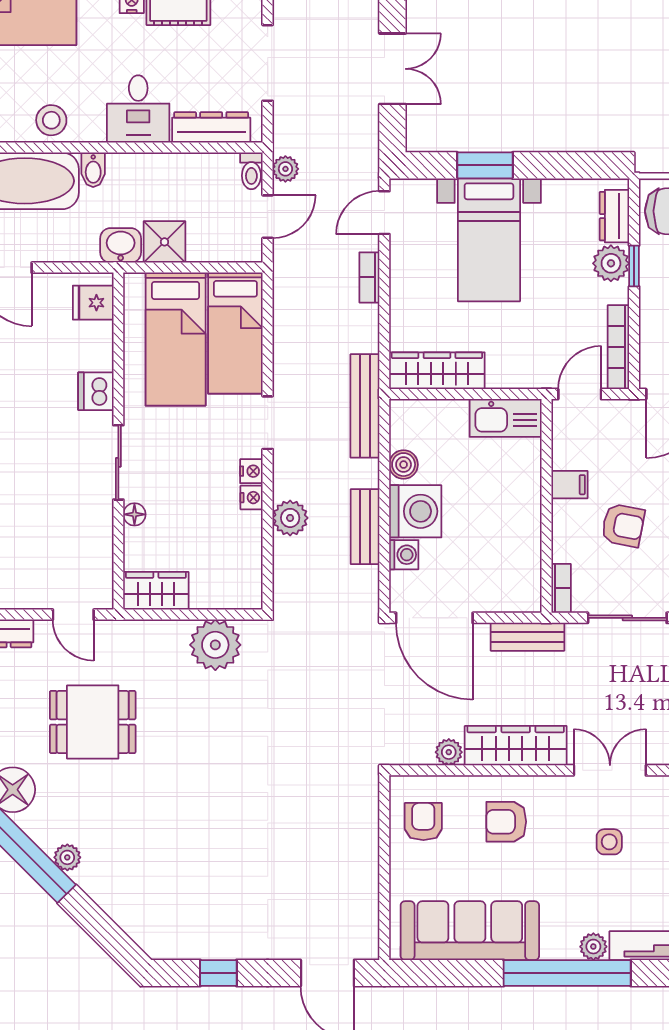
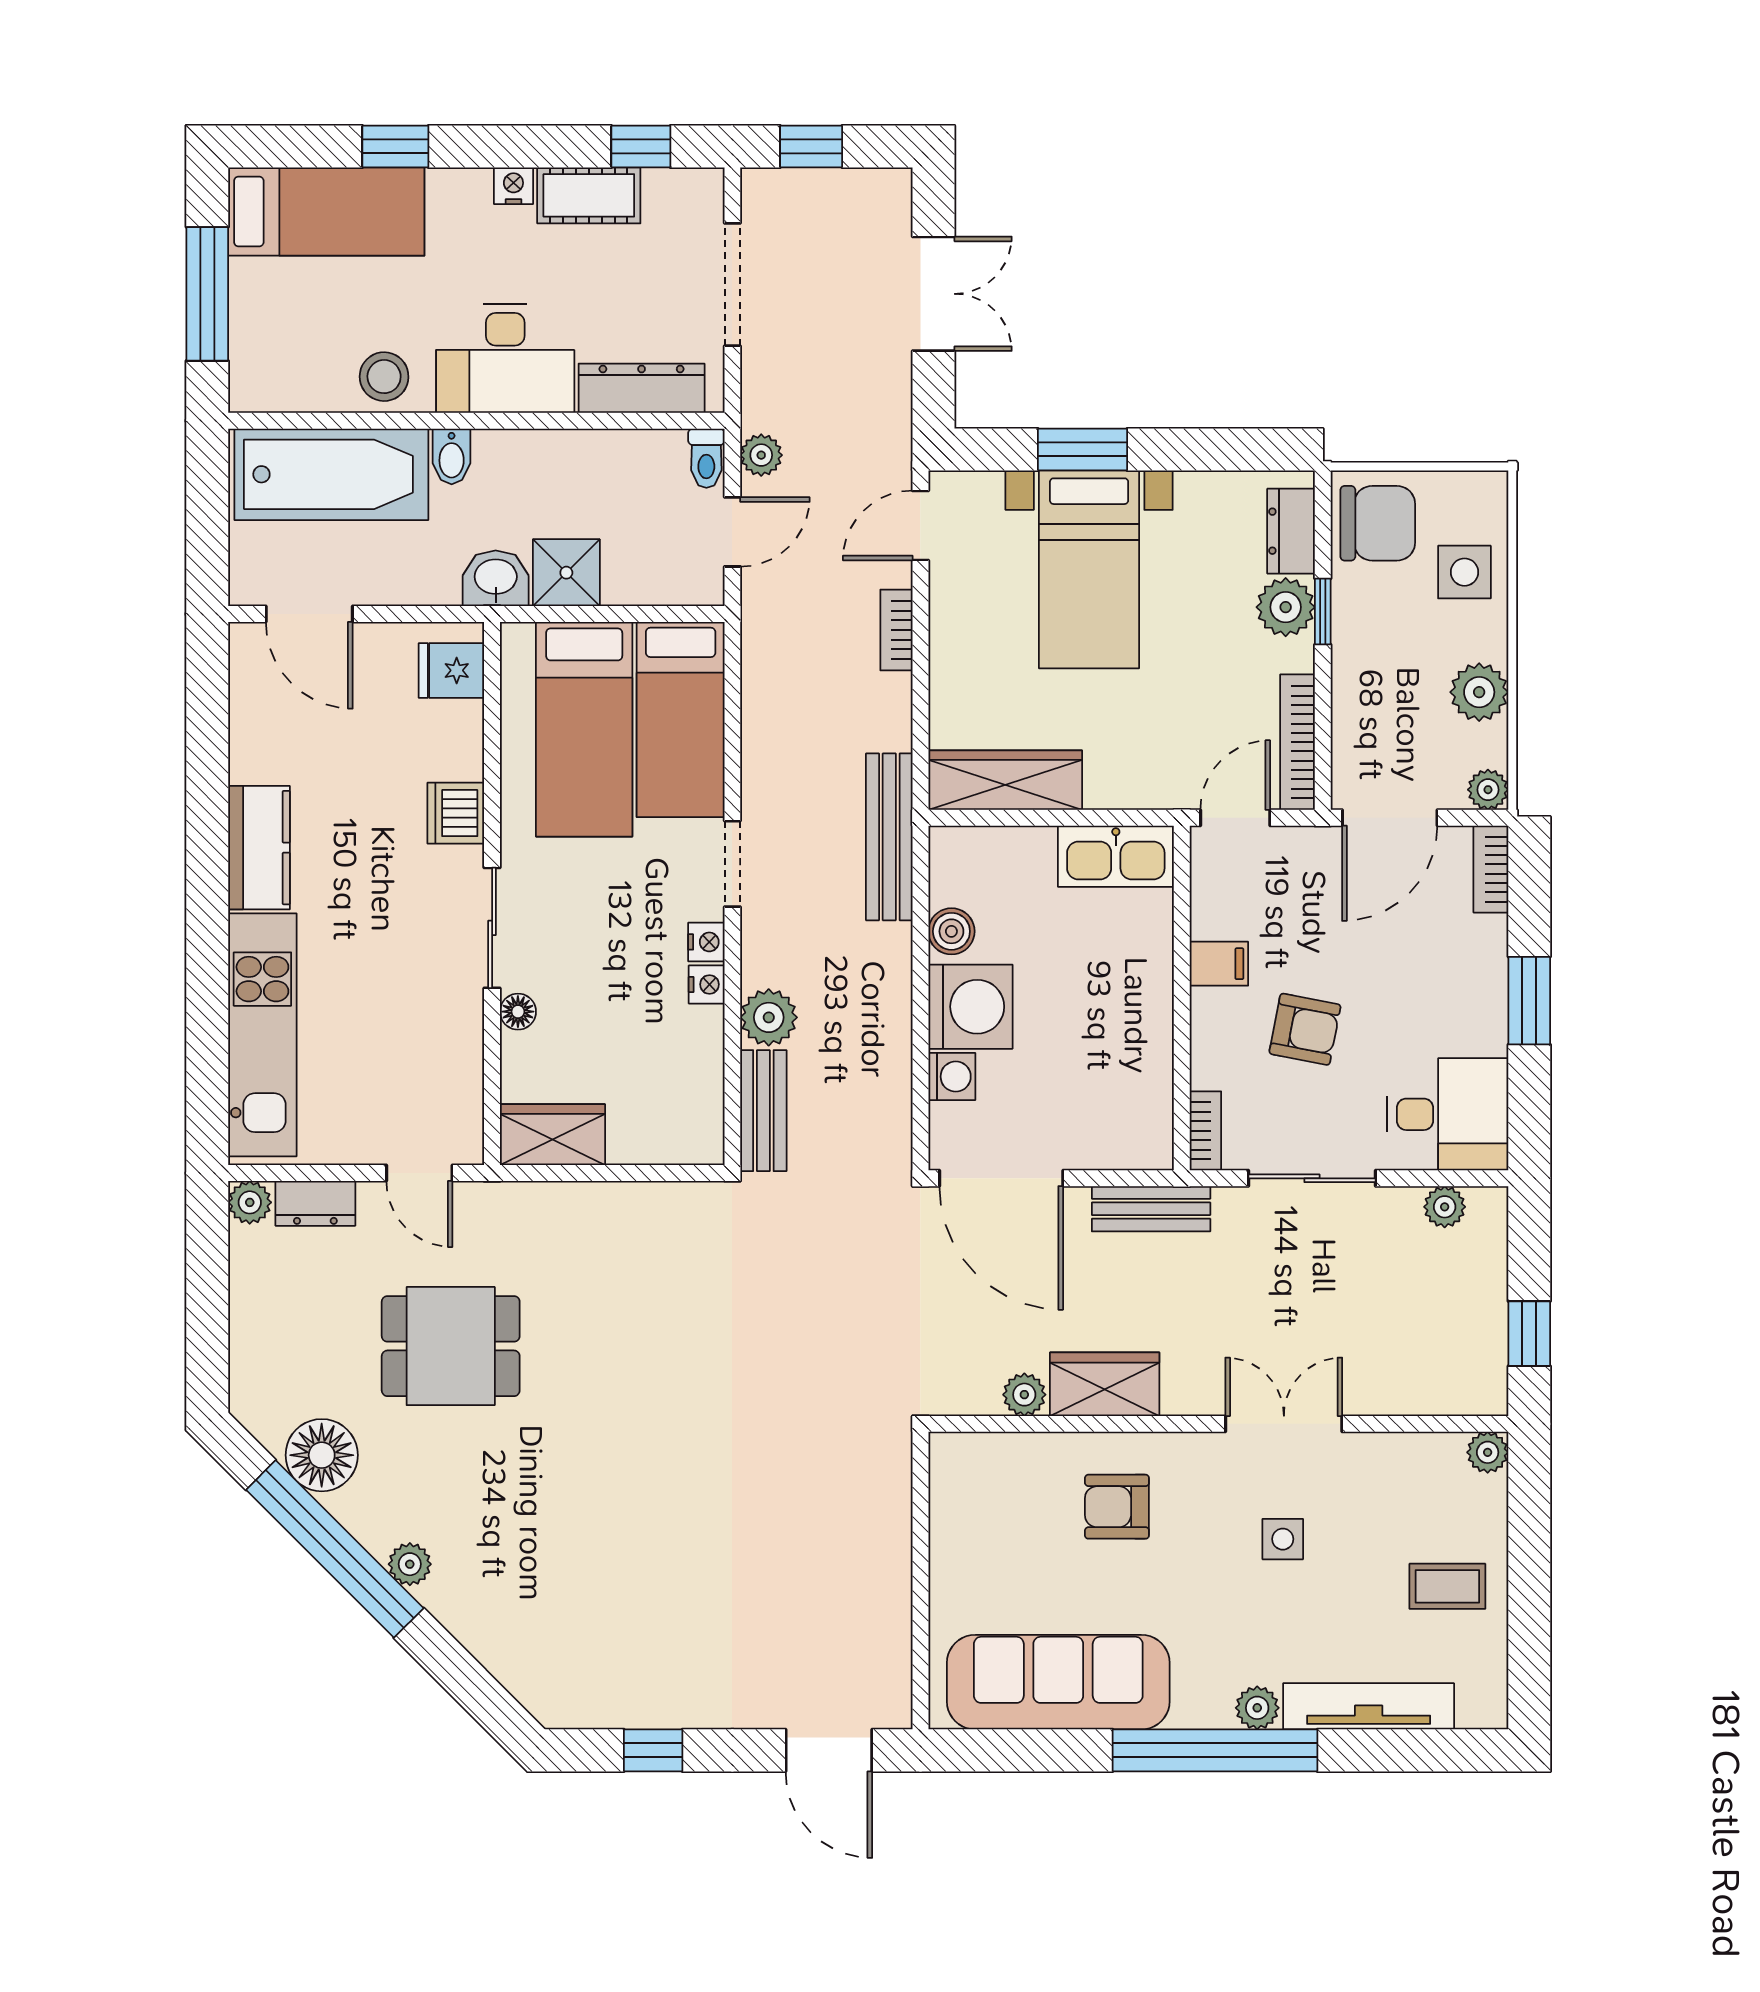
desk: (138, 109) -> (505, 359), width x1.37
bench: (365, 527) -> (763, 1111), moved
plant: (215, 645) -> (648, 1222), removed
wardrobe: (516, 746) -> (1105, 1384), width x0.67
armchair: (423, 822) -> (983, 1507), removed

